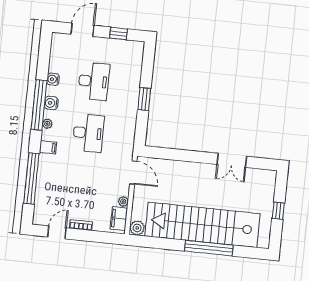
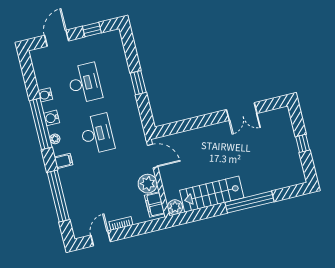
plant: (123, 202) -> (148, 184), width x1.88, depth x1.88
stairs: (202, 225) -> (212, 194), width x0.54, depth x0.66

